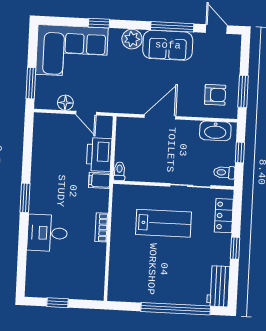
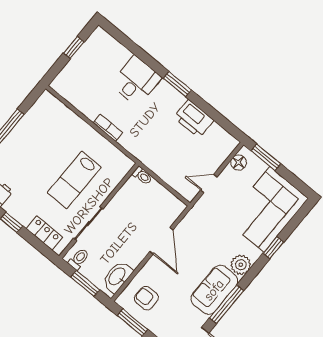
armchair: (215, 95) -> (146, 298), turned 90
floor lamp: (65, 103) -> (239, 162), moved
window: (240, 153) -> (85, 283), width x1.50
printer: (99, 155) -> (194, 119), moved, turned 180
filing cabinet: (99, 180) -> (147, 154), removed

